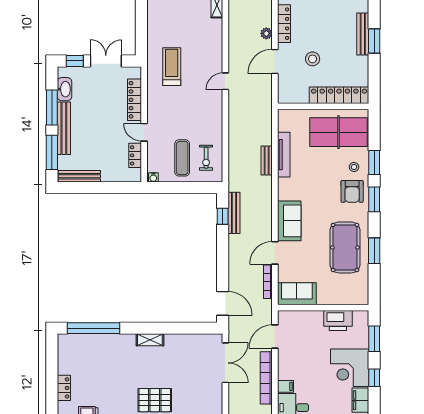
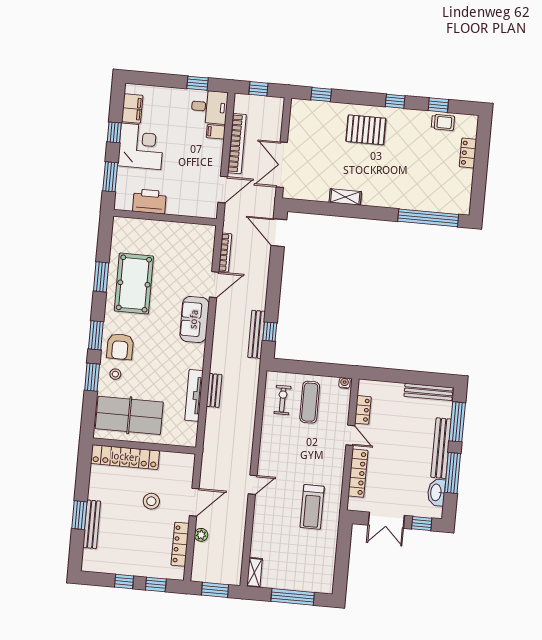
armchair: (352, 191) -> (120, 347), turned 180
sofa: (297, 294) -> (193, 236), removed
shelving: (150, 340) -> (345, 197), moved

